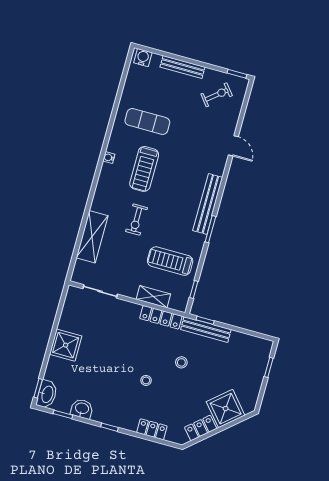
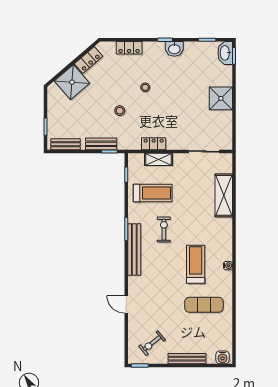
exercise bike: (137, 220) -> (164, 230), moved
locker: (161, 317) -> (154, 144), width x0.66
bench: (206, 330) -> (101, 144), width x0.73
bench: (252, 342) -> (66, 144), added
washbasin: (82, 409) -> (174, 49), moved

